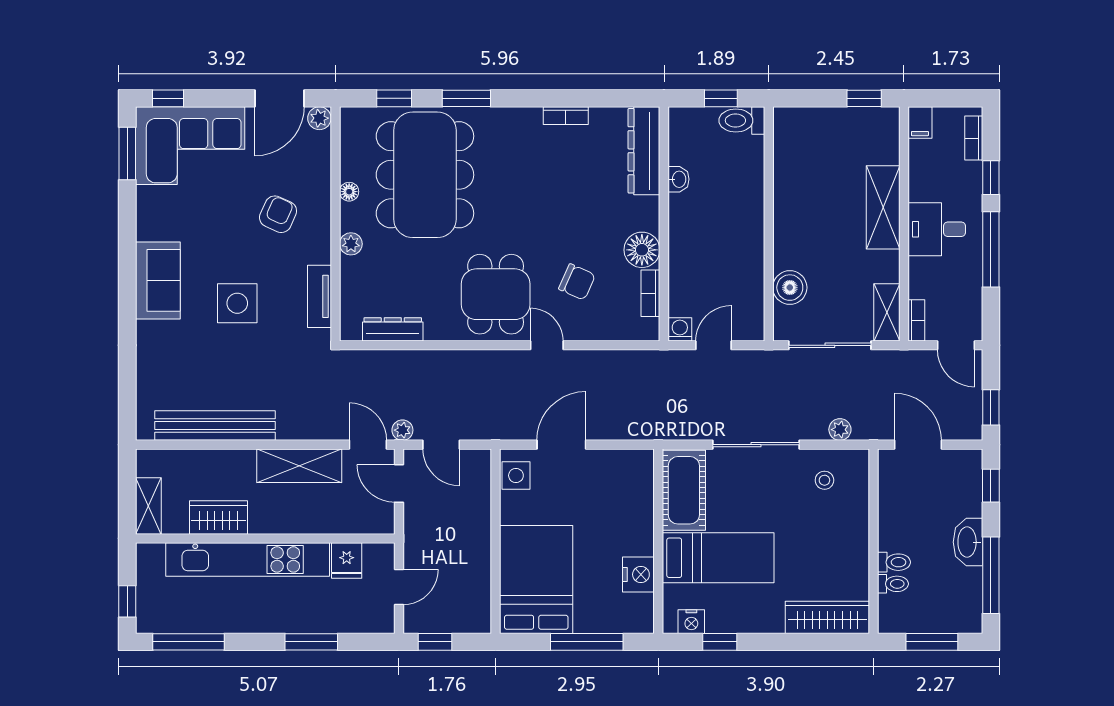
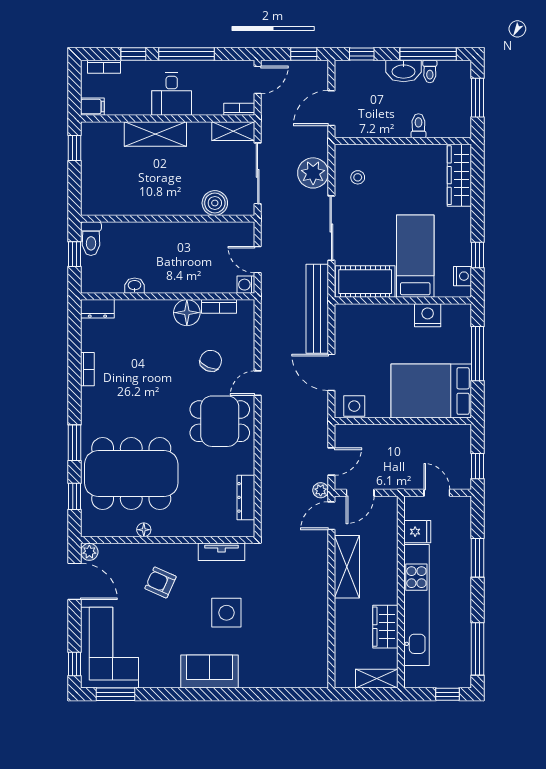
dresser: (644, 151) -> (97, 309), width x0.51, depth x0.80
plant: (351, 244) -> (182, 528), removed
bench: (215, 426) -> (317, 309), moved
plant: (840, 430) -> (313, 173), width x1.88, depth x1.88
toilet: (893, 584) -> (430, 71), moved, turned 180

